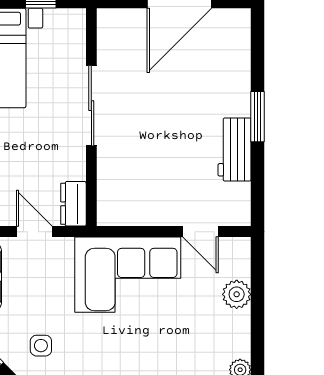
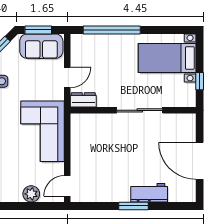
workbench: (235, 150) -> (149, 193), moved
door: (200, 232) -> (67, 186), moved

